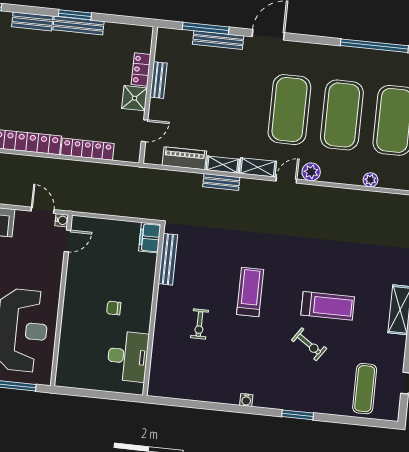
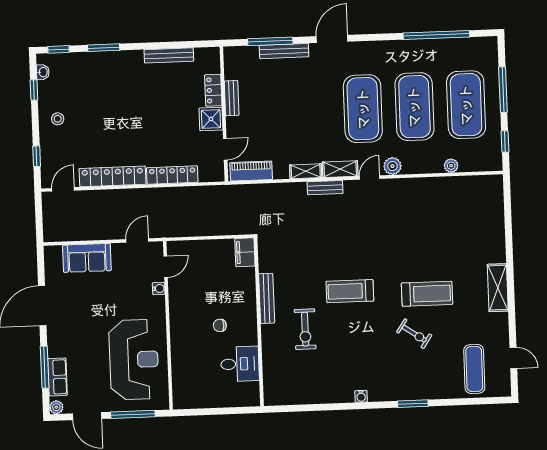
window: (75, 15) -> (104, 48), moved
bench: (32, 21) -> (101, 59), removed
bench: (78, 26) -> (169, 55), moved
piano: (184, 158) -> (251, 171), moved
bench: (221, 182) -> (325, 188), moved
door: (43, 210) -> (137, 240), hinge flipped
water cooler: (62, 220) -> (159, 289), moved
bench: (168, 259) -> (267, 298), moved
treadmill: (250, 292) -> (350, 291), turned -90
exercise bike: (199, 324) -> (305, 329), width x1.38, depth x1.39
desk: (128, 356) -> (240, 364), width x0.73

